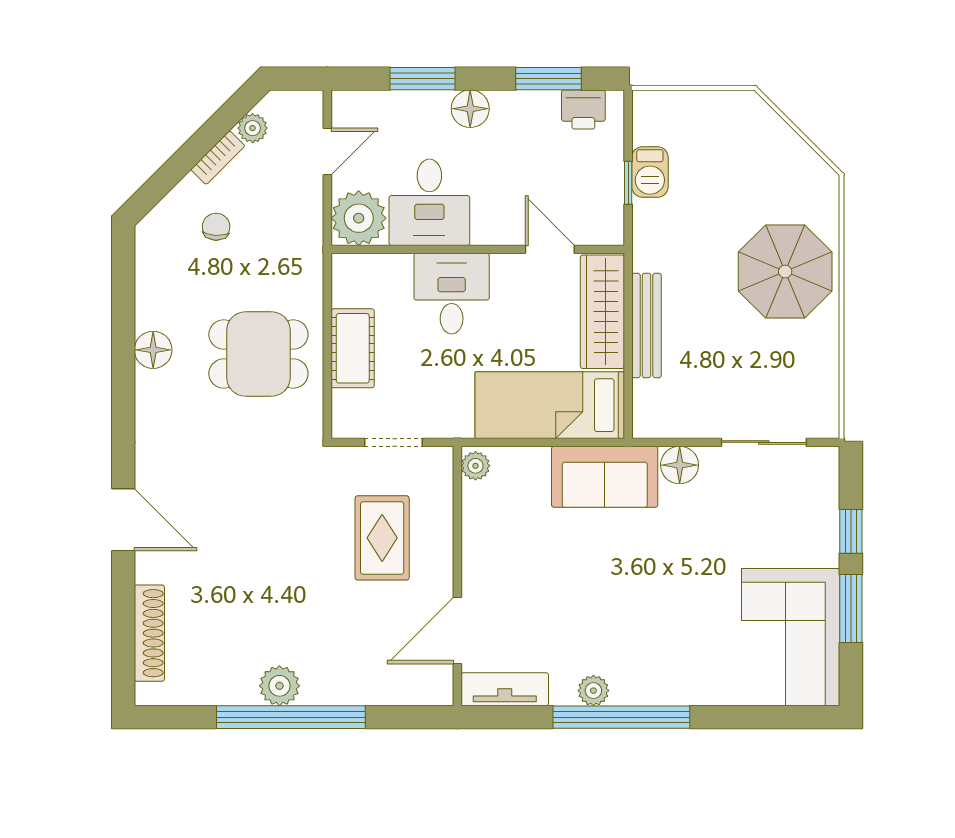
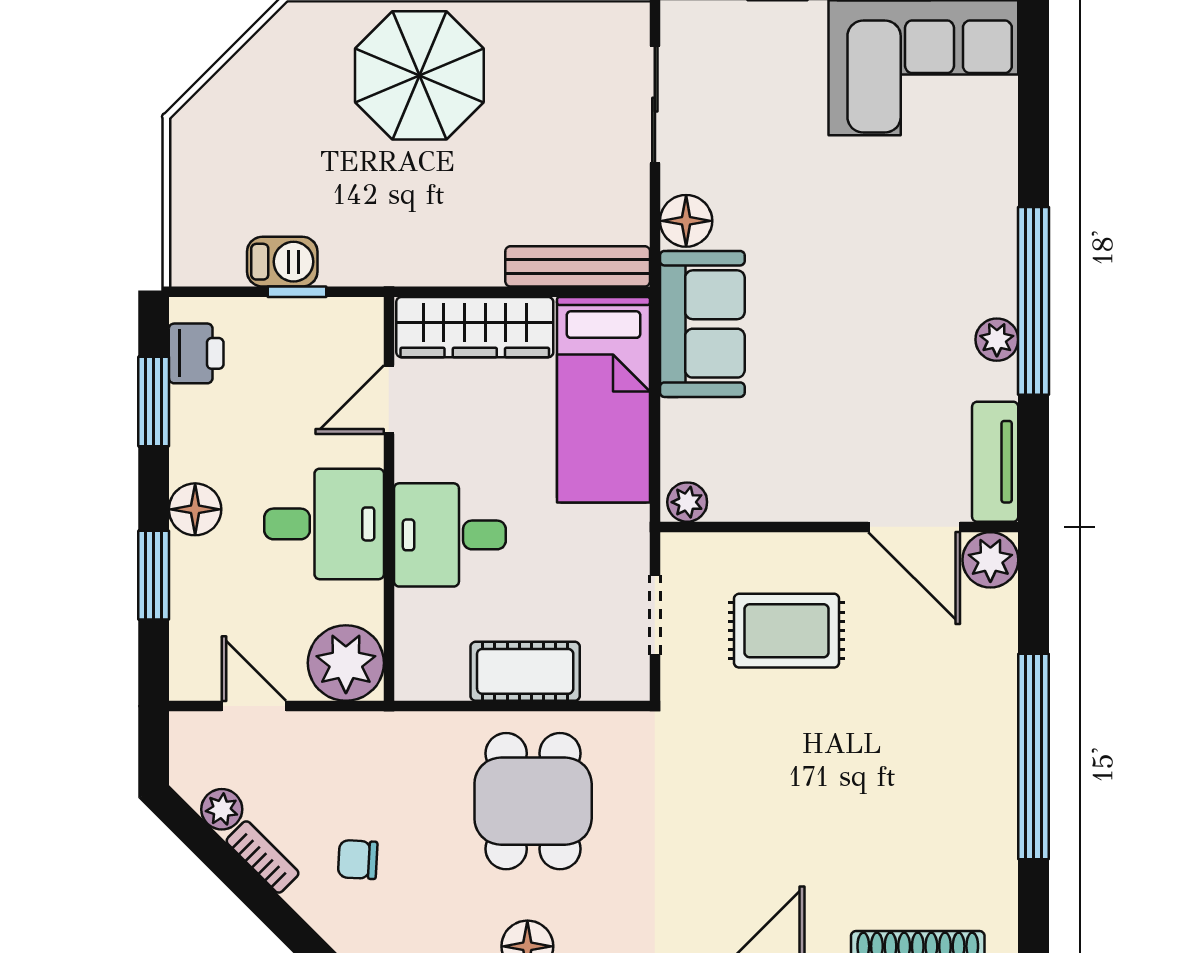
desk: (429, 202) -> (324, 524), moved
bench: (647, 325) -> (578, 266), moved
plant: (279, 686) -> (990, 560), moved

